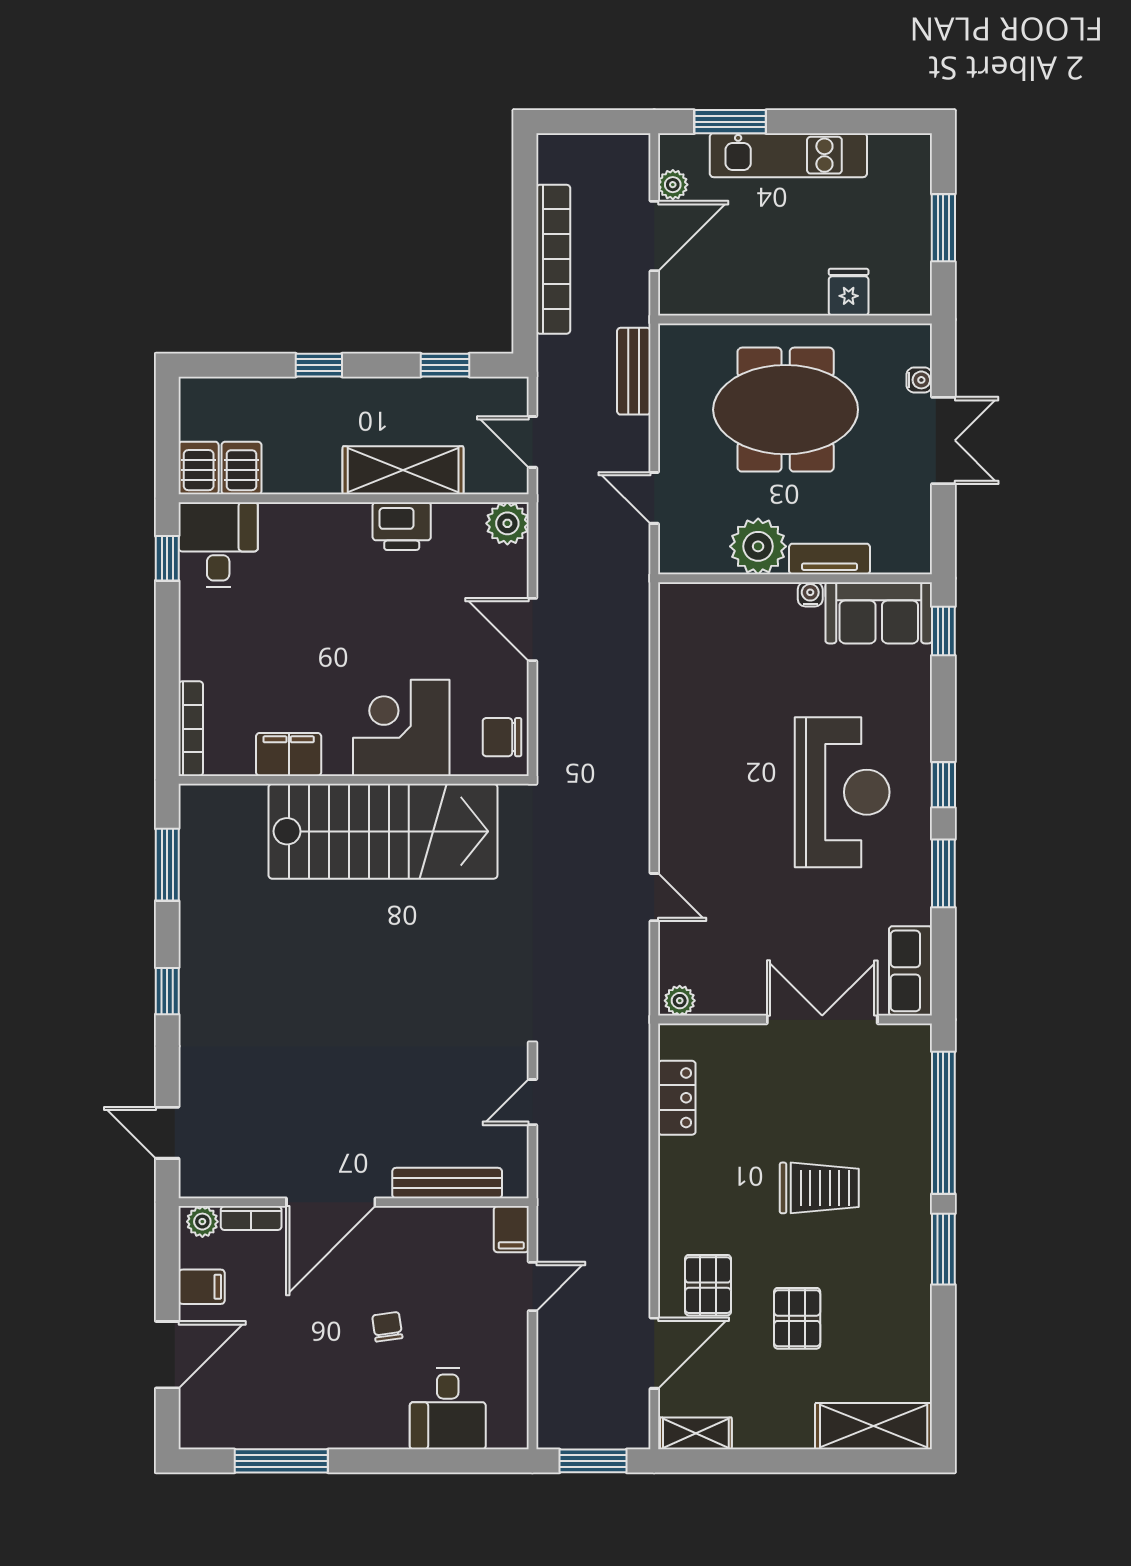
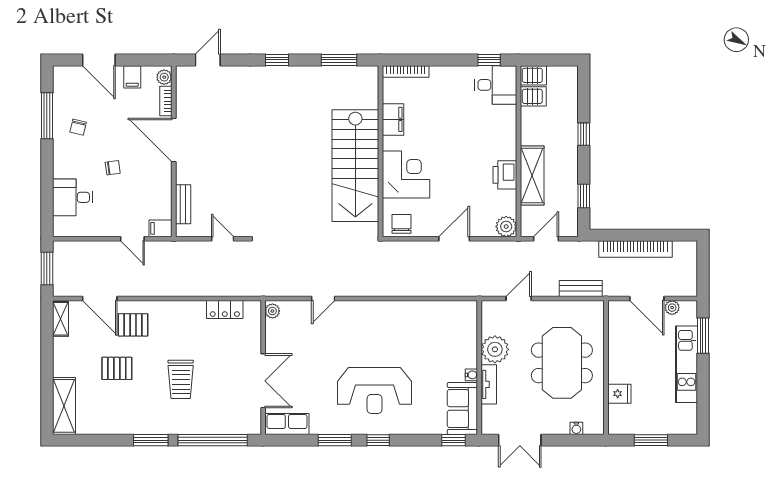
double door: (943, 440) -> (520, 440), moved
bench: (447, 1183) -> (183, 204), width x0.73
chair: (304, 1397) -> (78, 127), added

